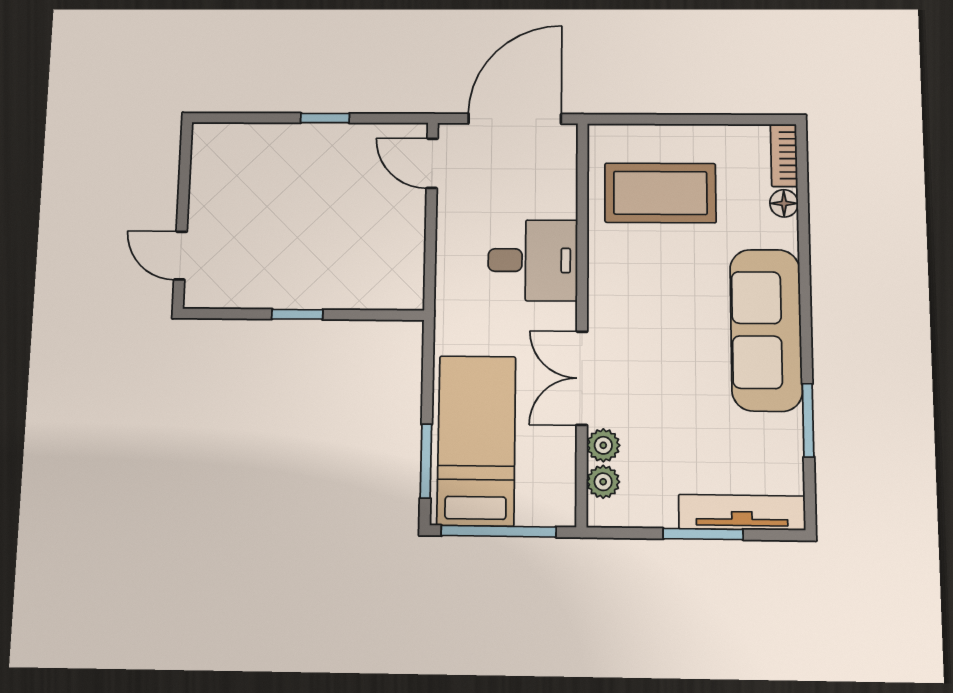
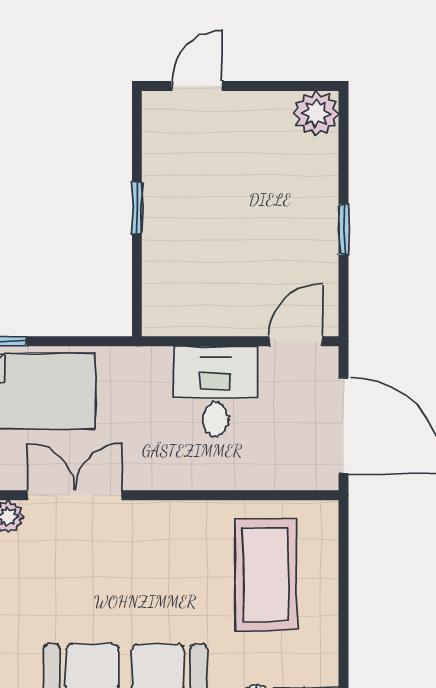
plant: (213, 143) -> (316, 113), added
desk: (533, 260) -> (215, 391), moved, turned 180

